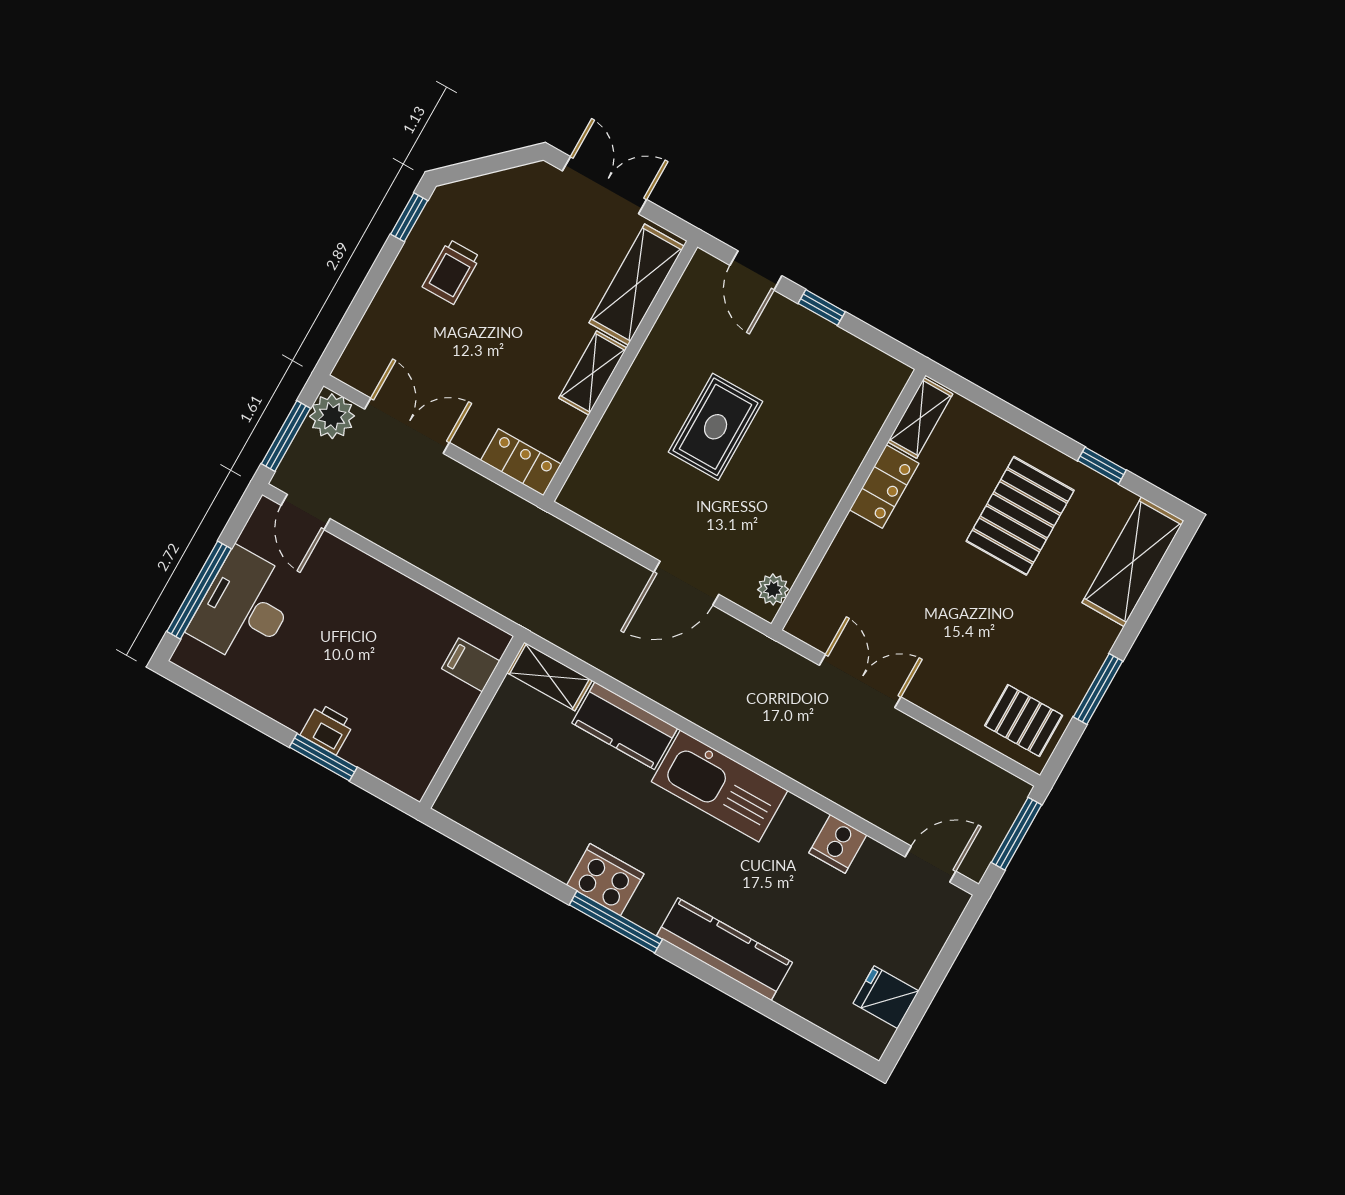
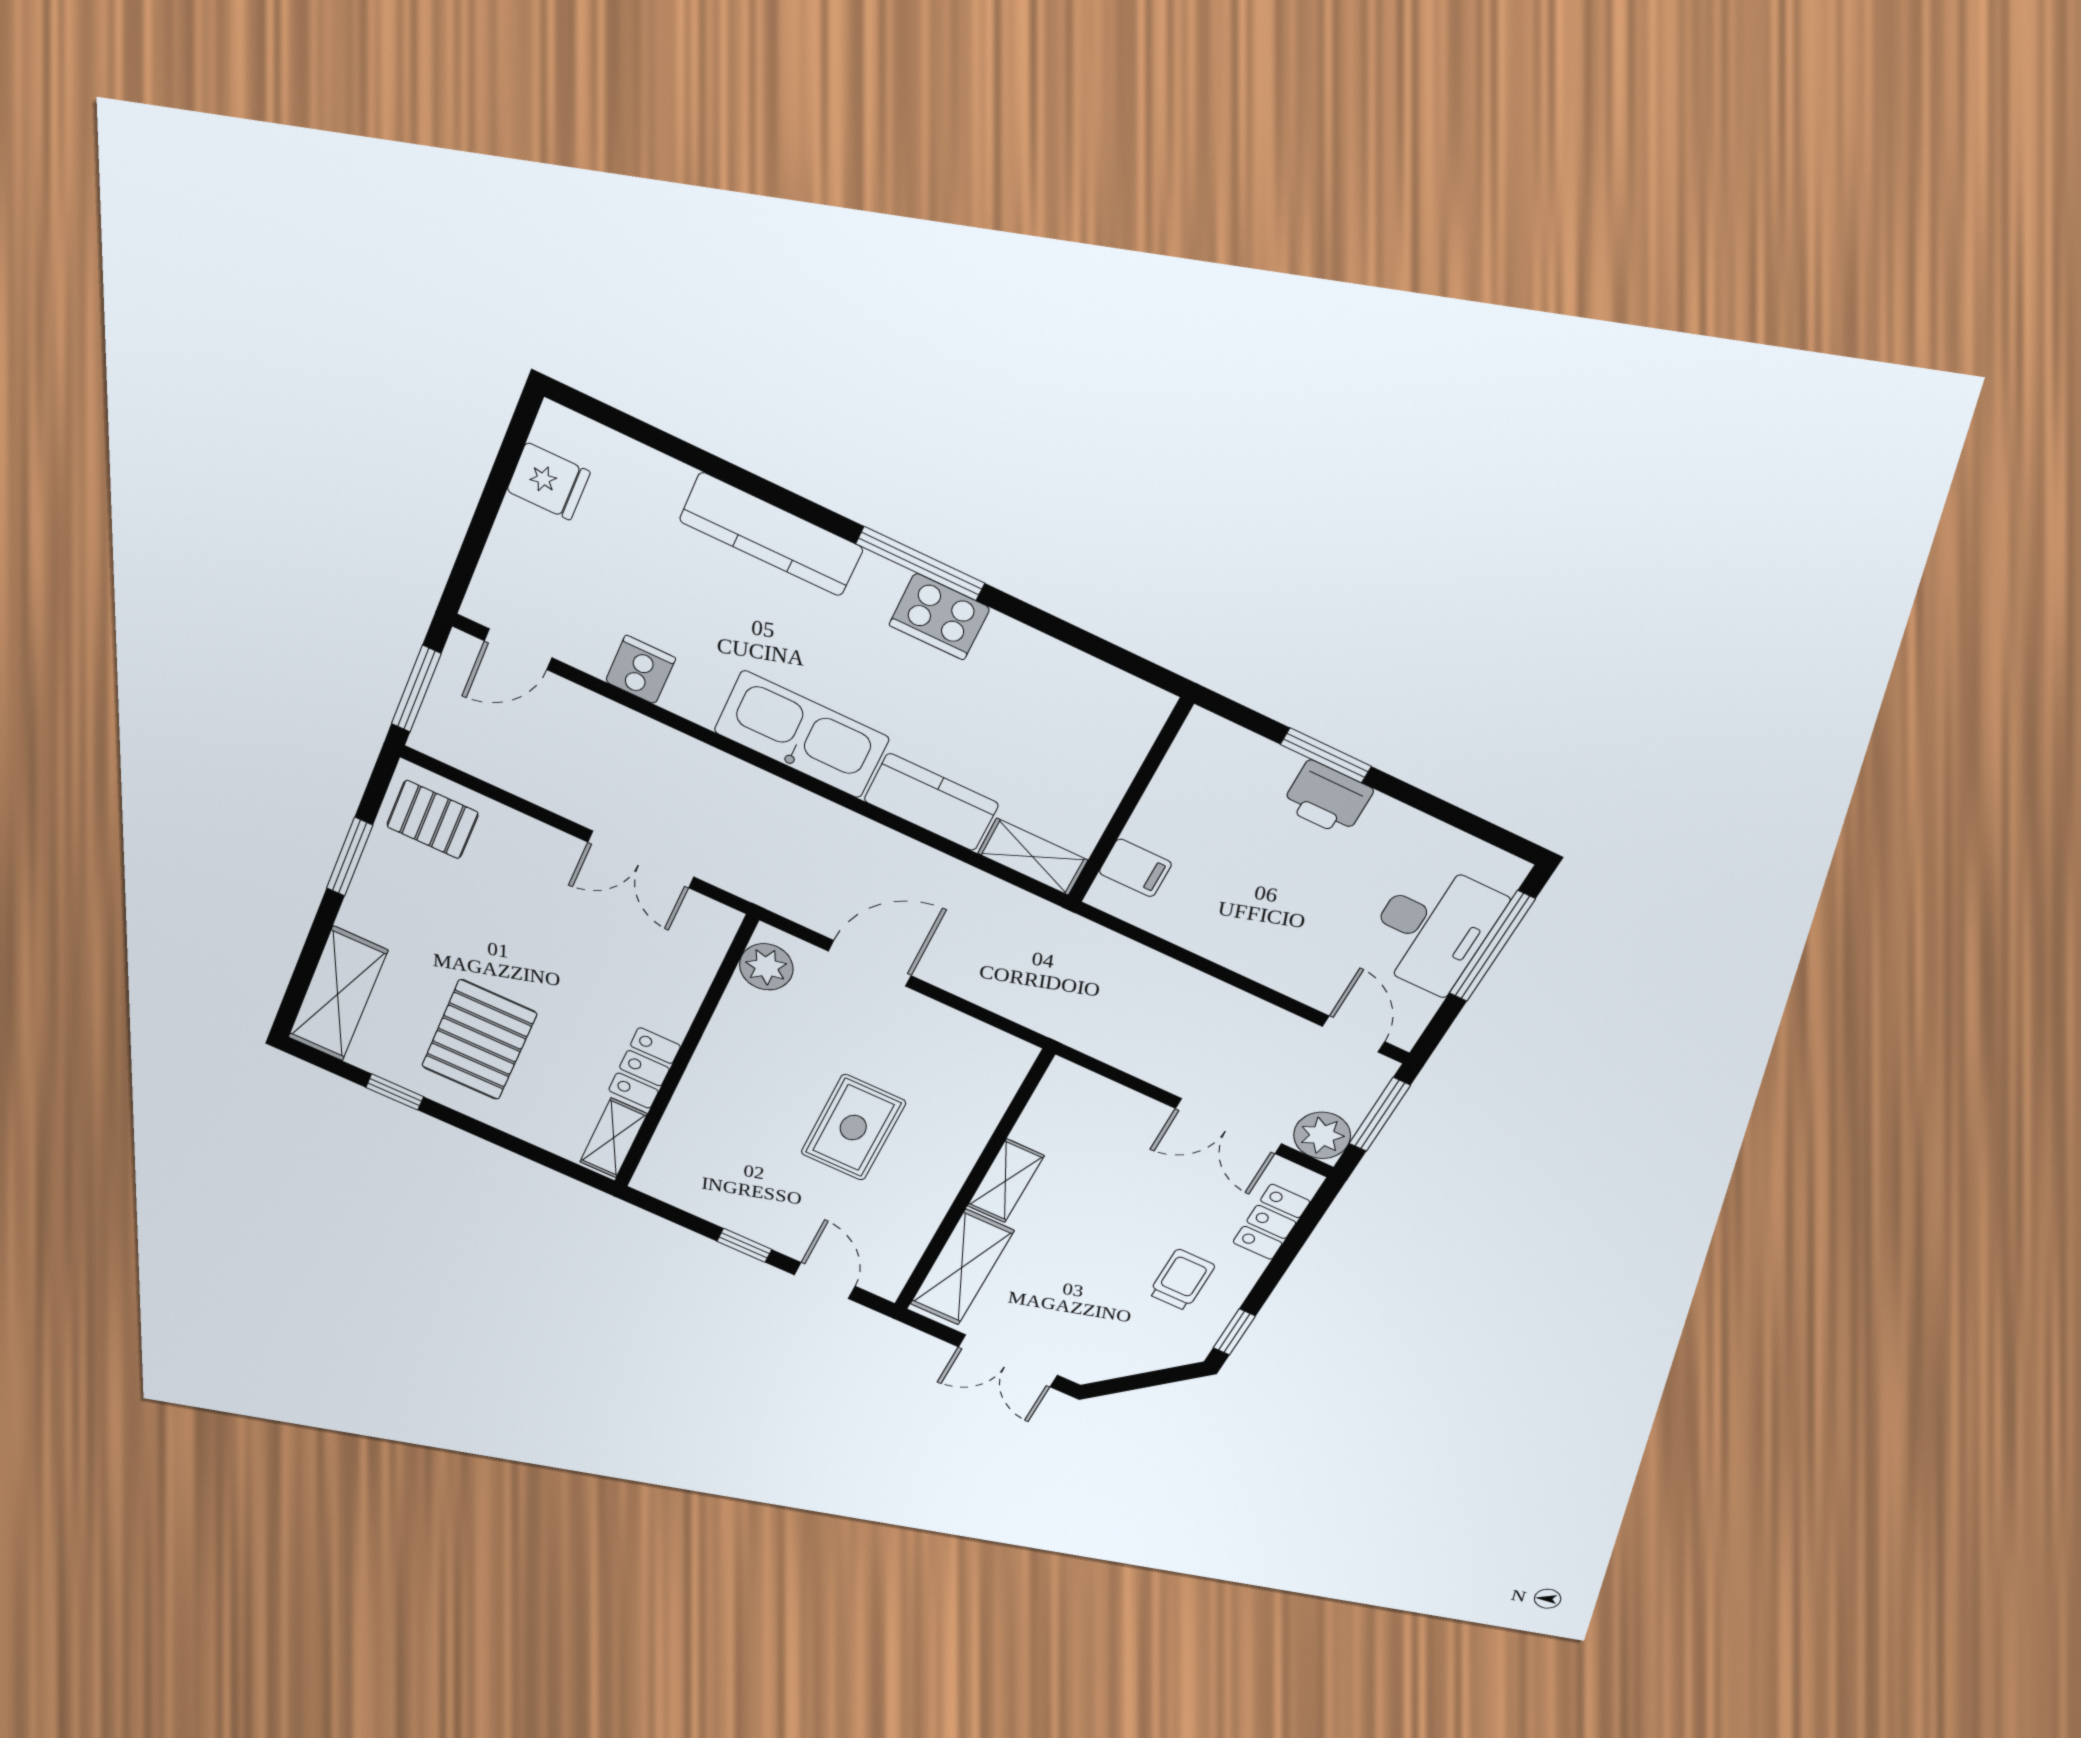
locker: (521, 462) -> (1271, 1222), moved, turned 90
plant: (773, 589) -> (766, 967), width x1.38, depth x1.38
printer: (327, 729) -> (1327, 798), width x1.36, depth x1.24

